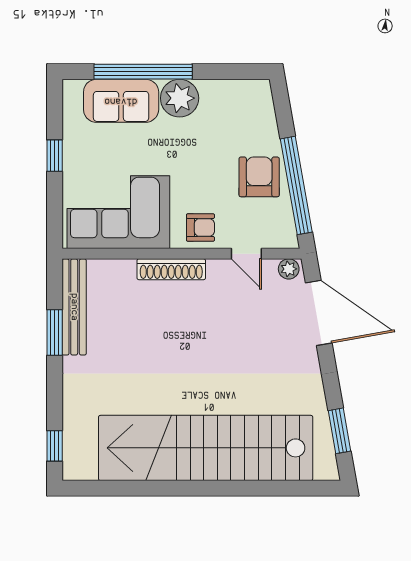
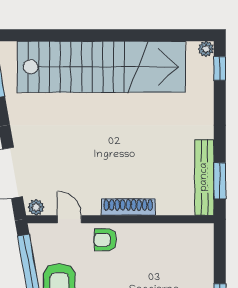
corner sofa: (118, 212) -> (170, 252), removed
window: (55, 333) -> (220, 181), moved
plant: (72, 471) -> (206, 49), added

